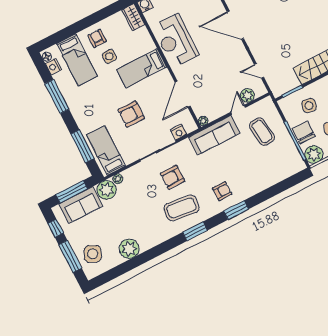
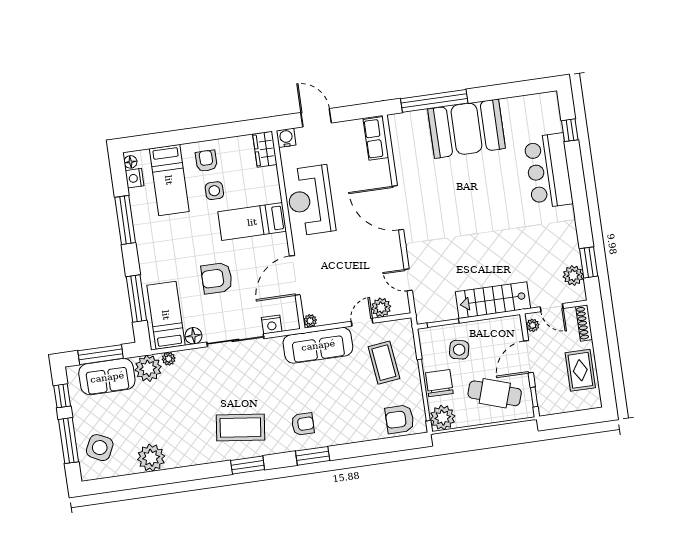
floor lamp: (129, 158) -> (193, 336), added
armchair: (173, 177) -> (400, 419), moved

